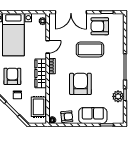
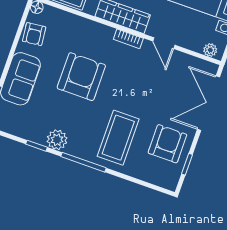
coffee table: (90, 49) -> (118, 138), moved
armchair: (80, 84) -> (81, 77), turned -90
plant: (118, 96) -> (57, 140), moved

